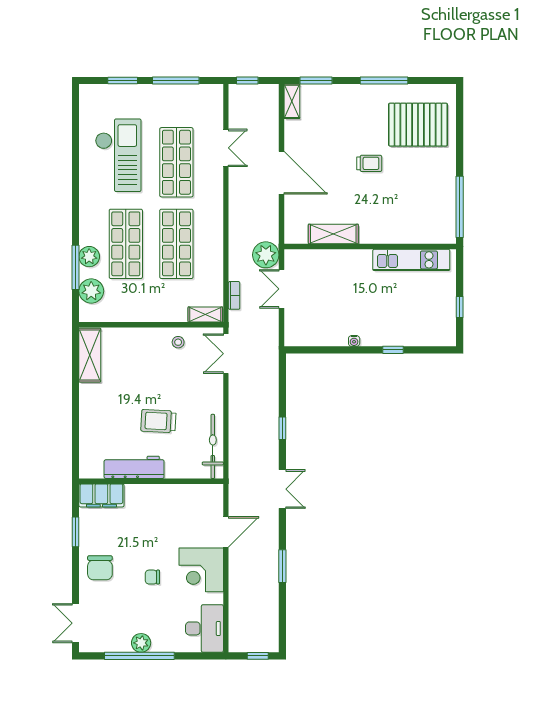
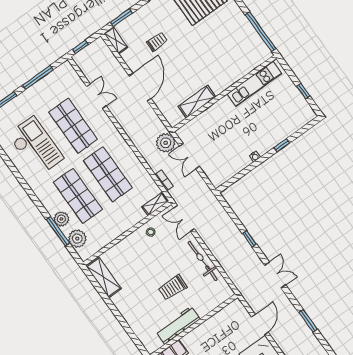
trolley: (369, 163) -> (157, 42), moved
door: (281, 173) -> (140, 87), hinge flipped
bicycle: (213, 446) -> (203, 261), moved

